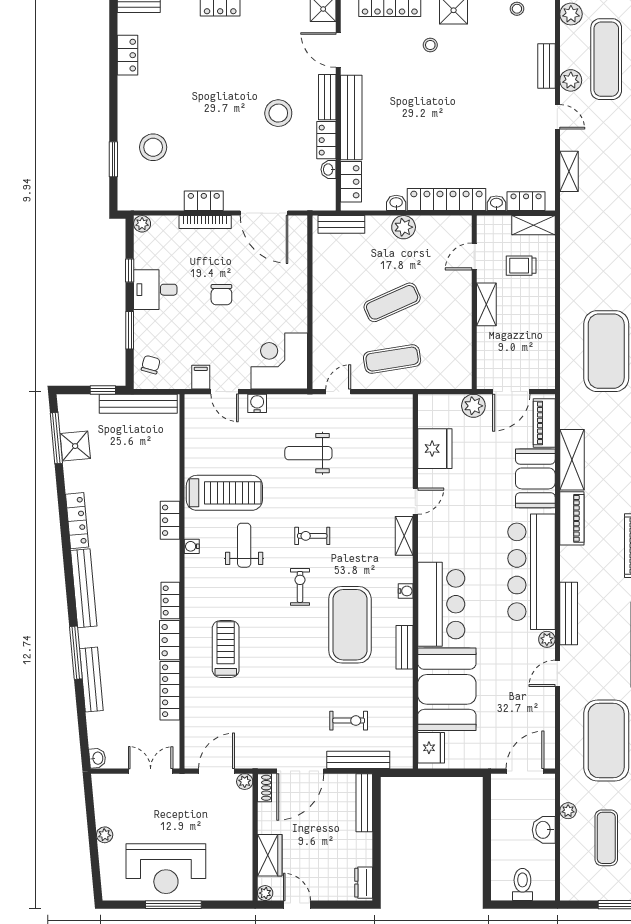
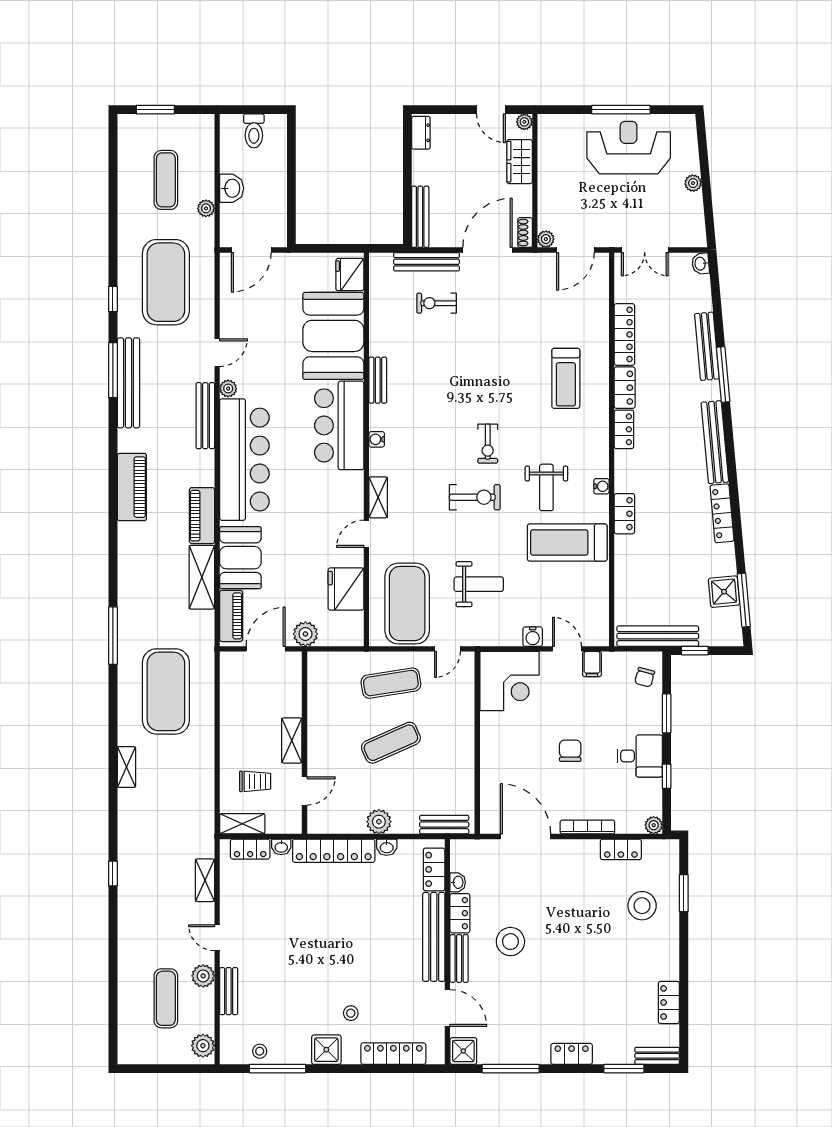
exercise mat: (606, 59) -> (166, 998), width x0.73, depth x0.69
locker: (204, 201) -> (621, 849), moved
exercise bike: (312, 536) -> (475, 497), width x1.38, depth x1.39
exercise mat: (350, 625) -> (407, 604), moved

